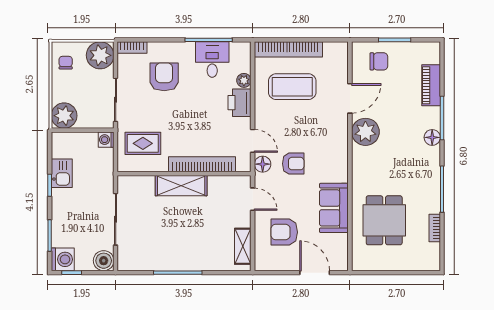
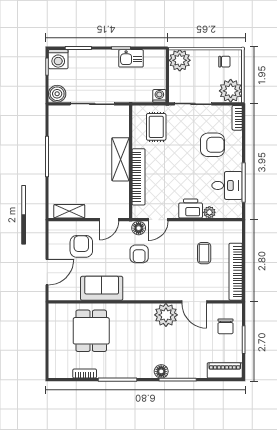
bookcase: (288, 49) -> (236, 272), moved
piano: (431, 85) -> (225, 370), moved
coffee table: (292, 87) -> (204, 253), width x0.54, depth x0.58
dining table: (384, 220) -> (91, 331), turned 90

